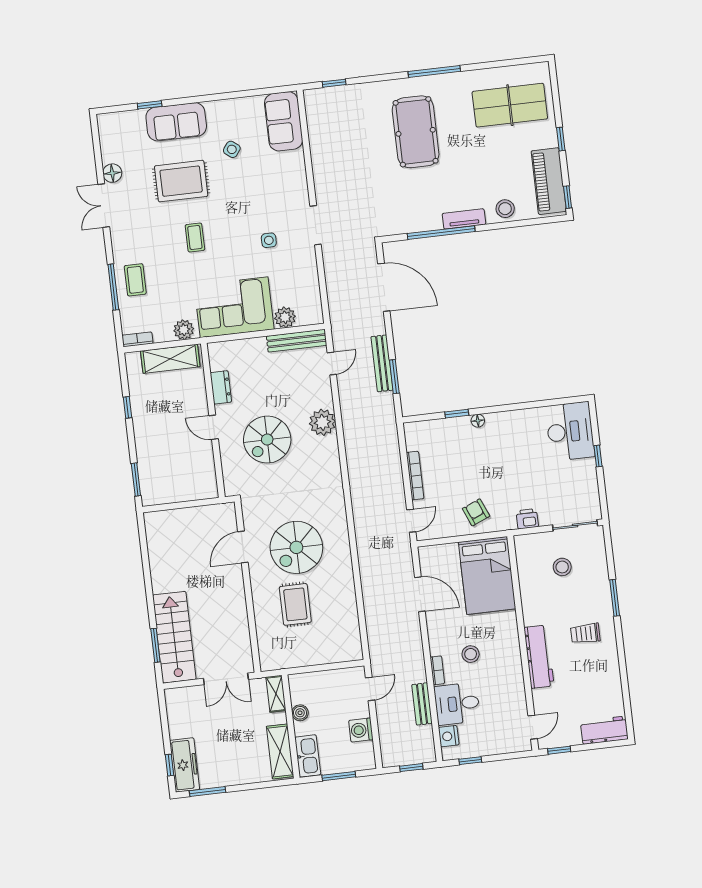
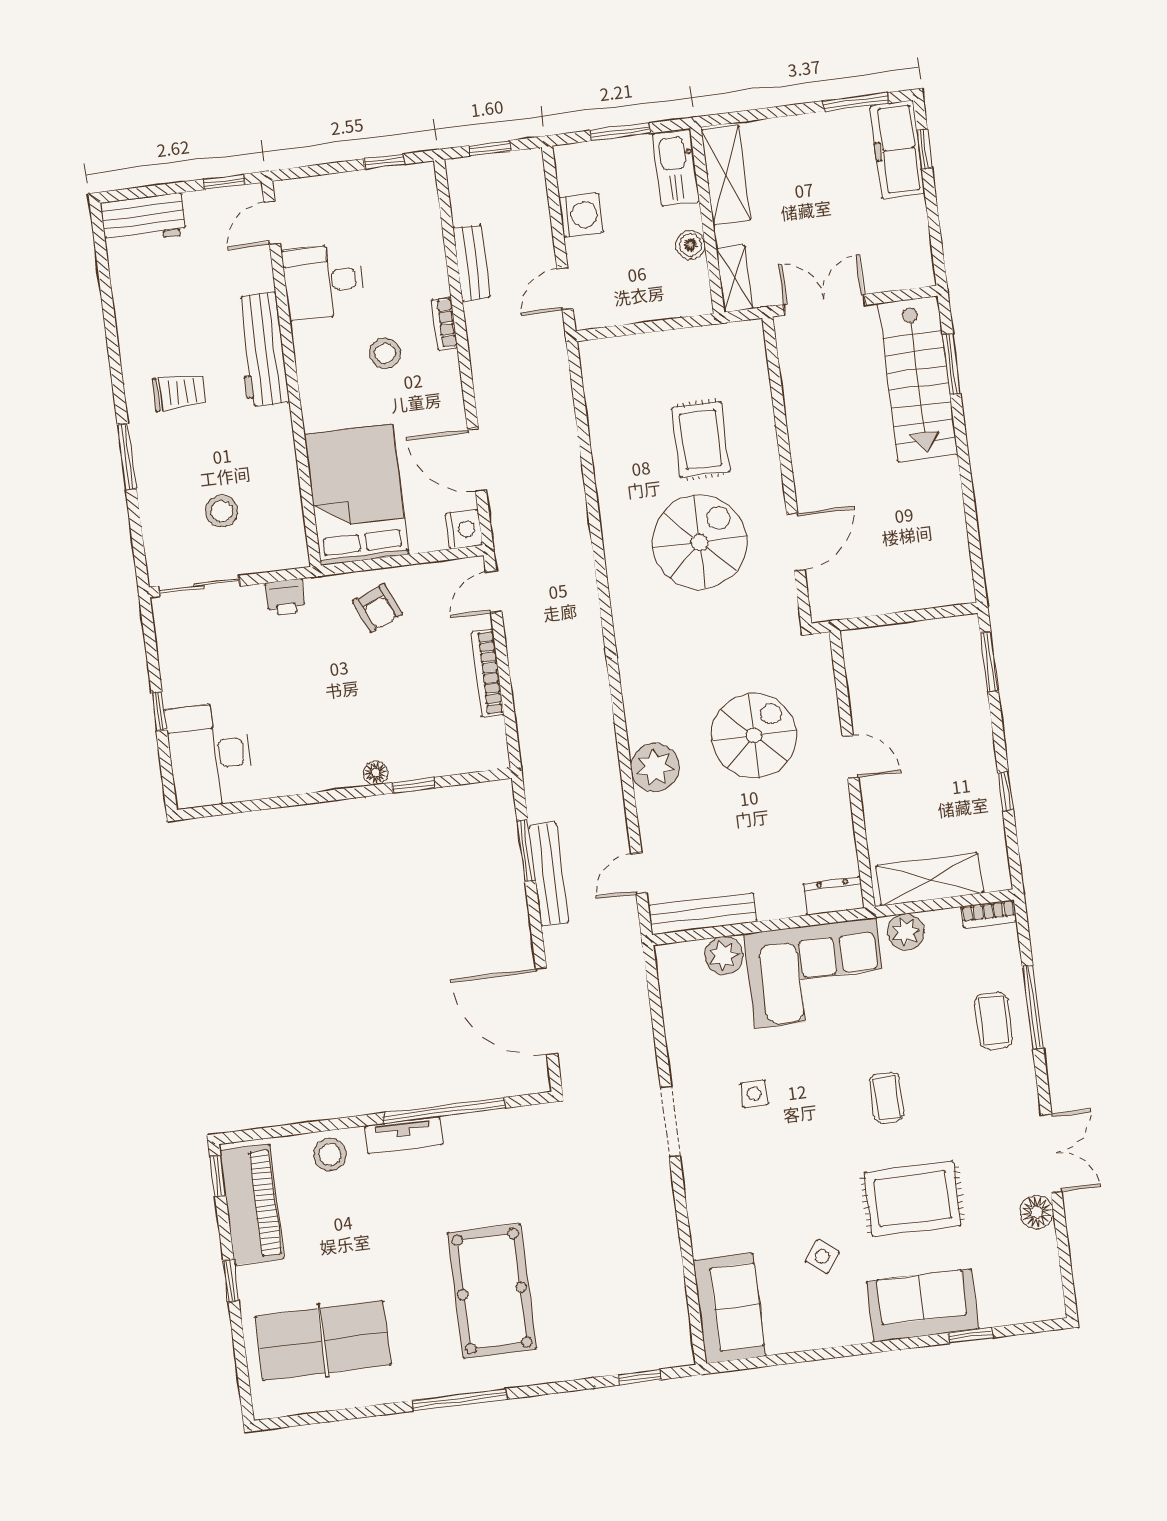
dresser: (221, 387) -> (834, 896), moved, turned 90
desk: (457, 704) -> (323, 281), moved, turned 180
nightstand: (449, 736) -> (464, 529), moved

